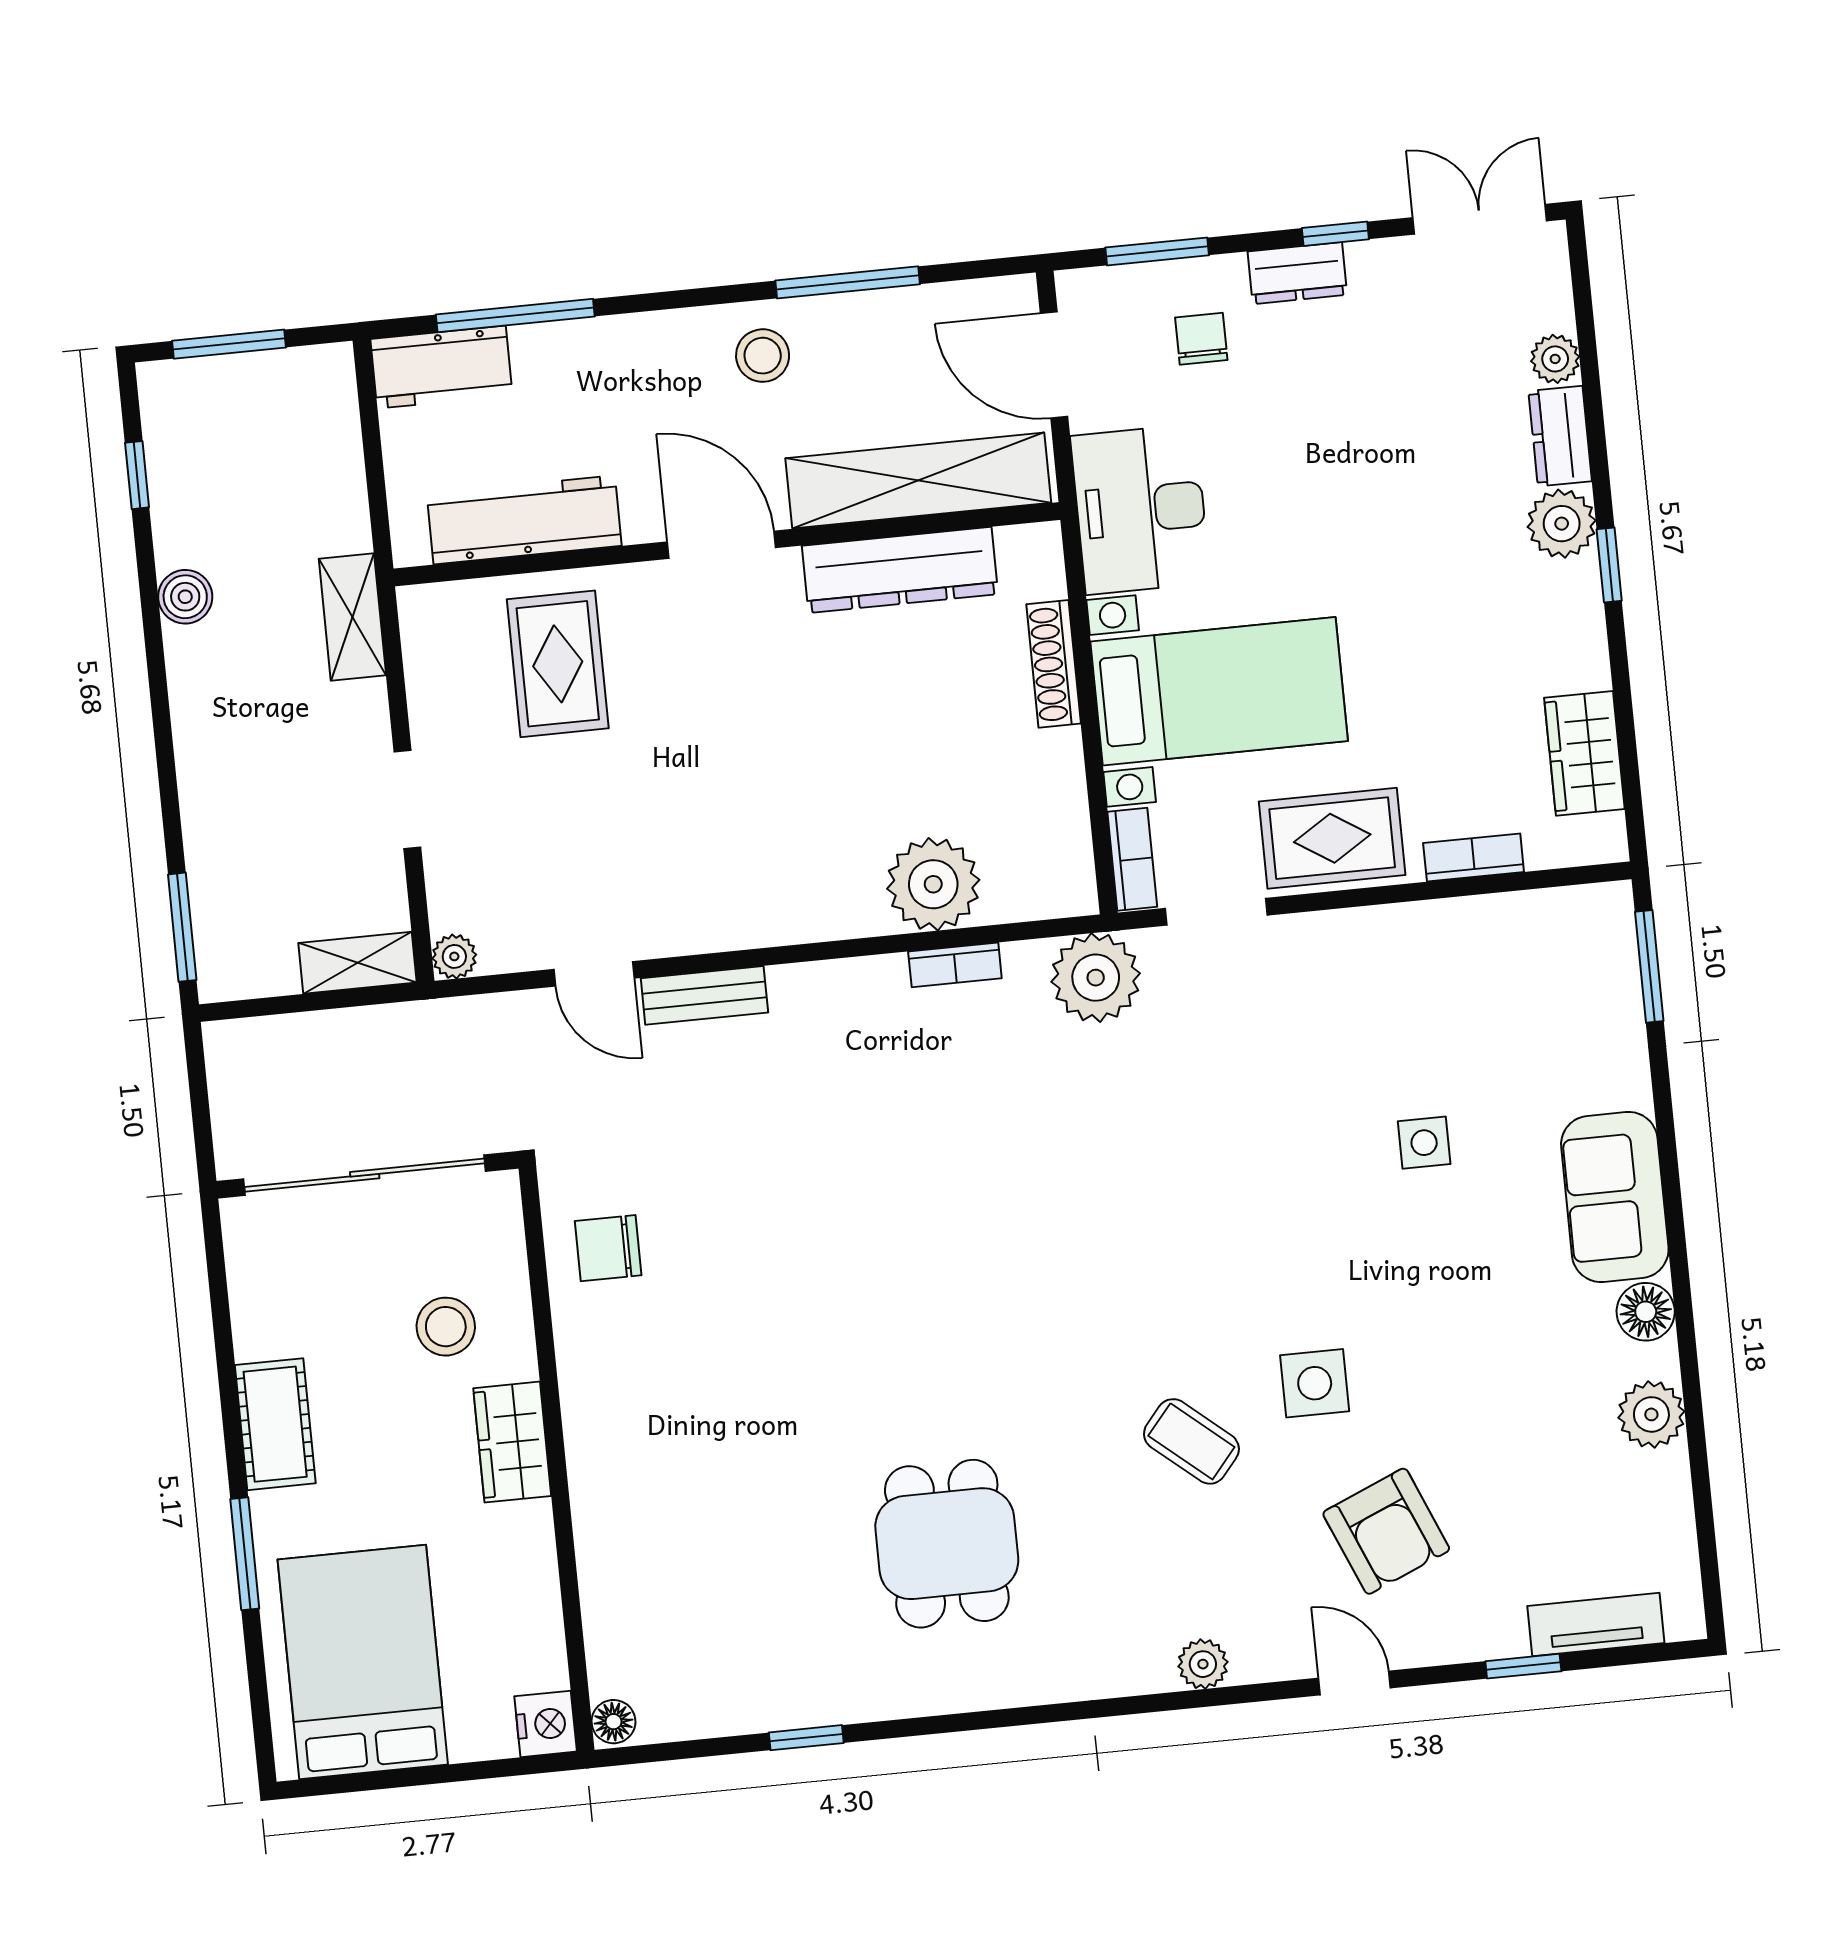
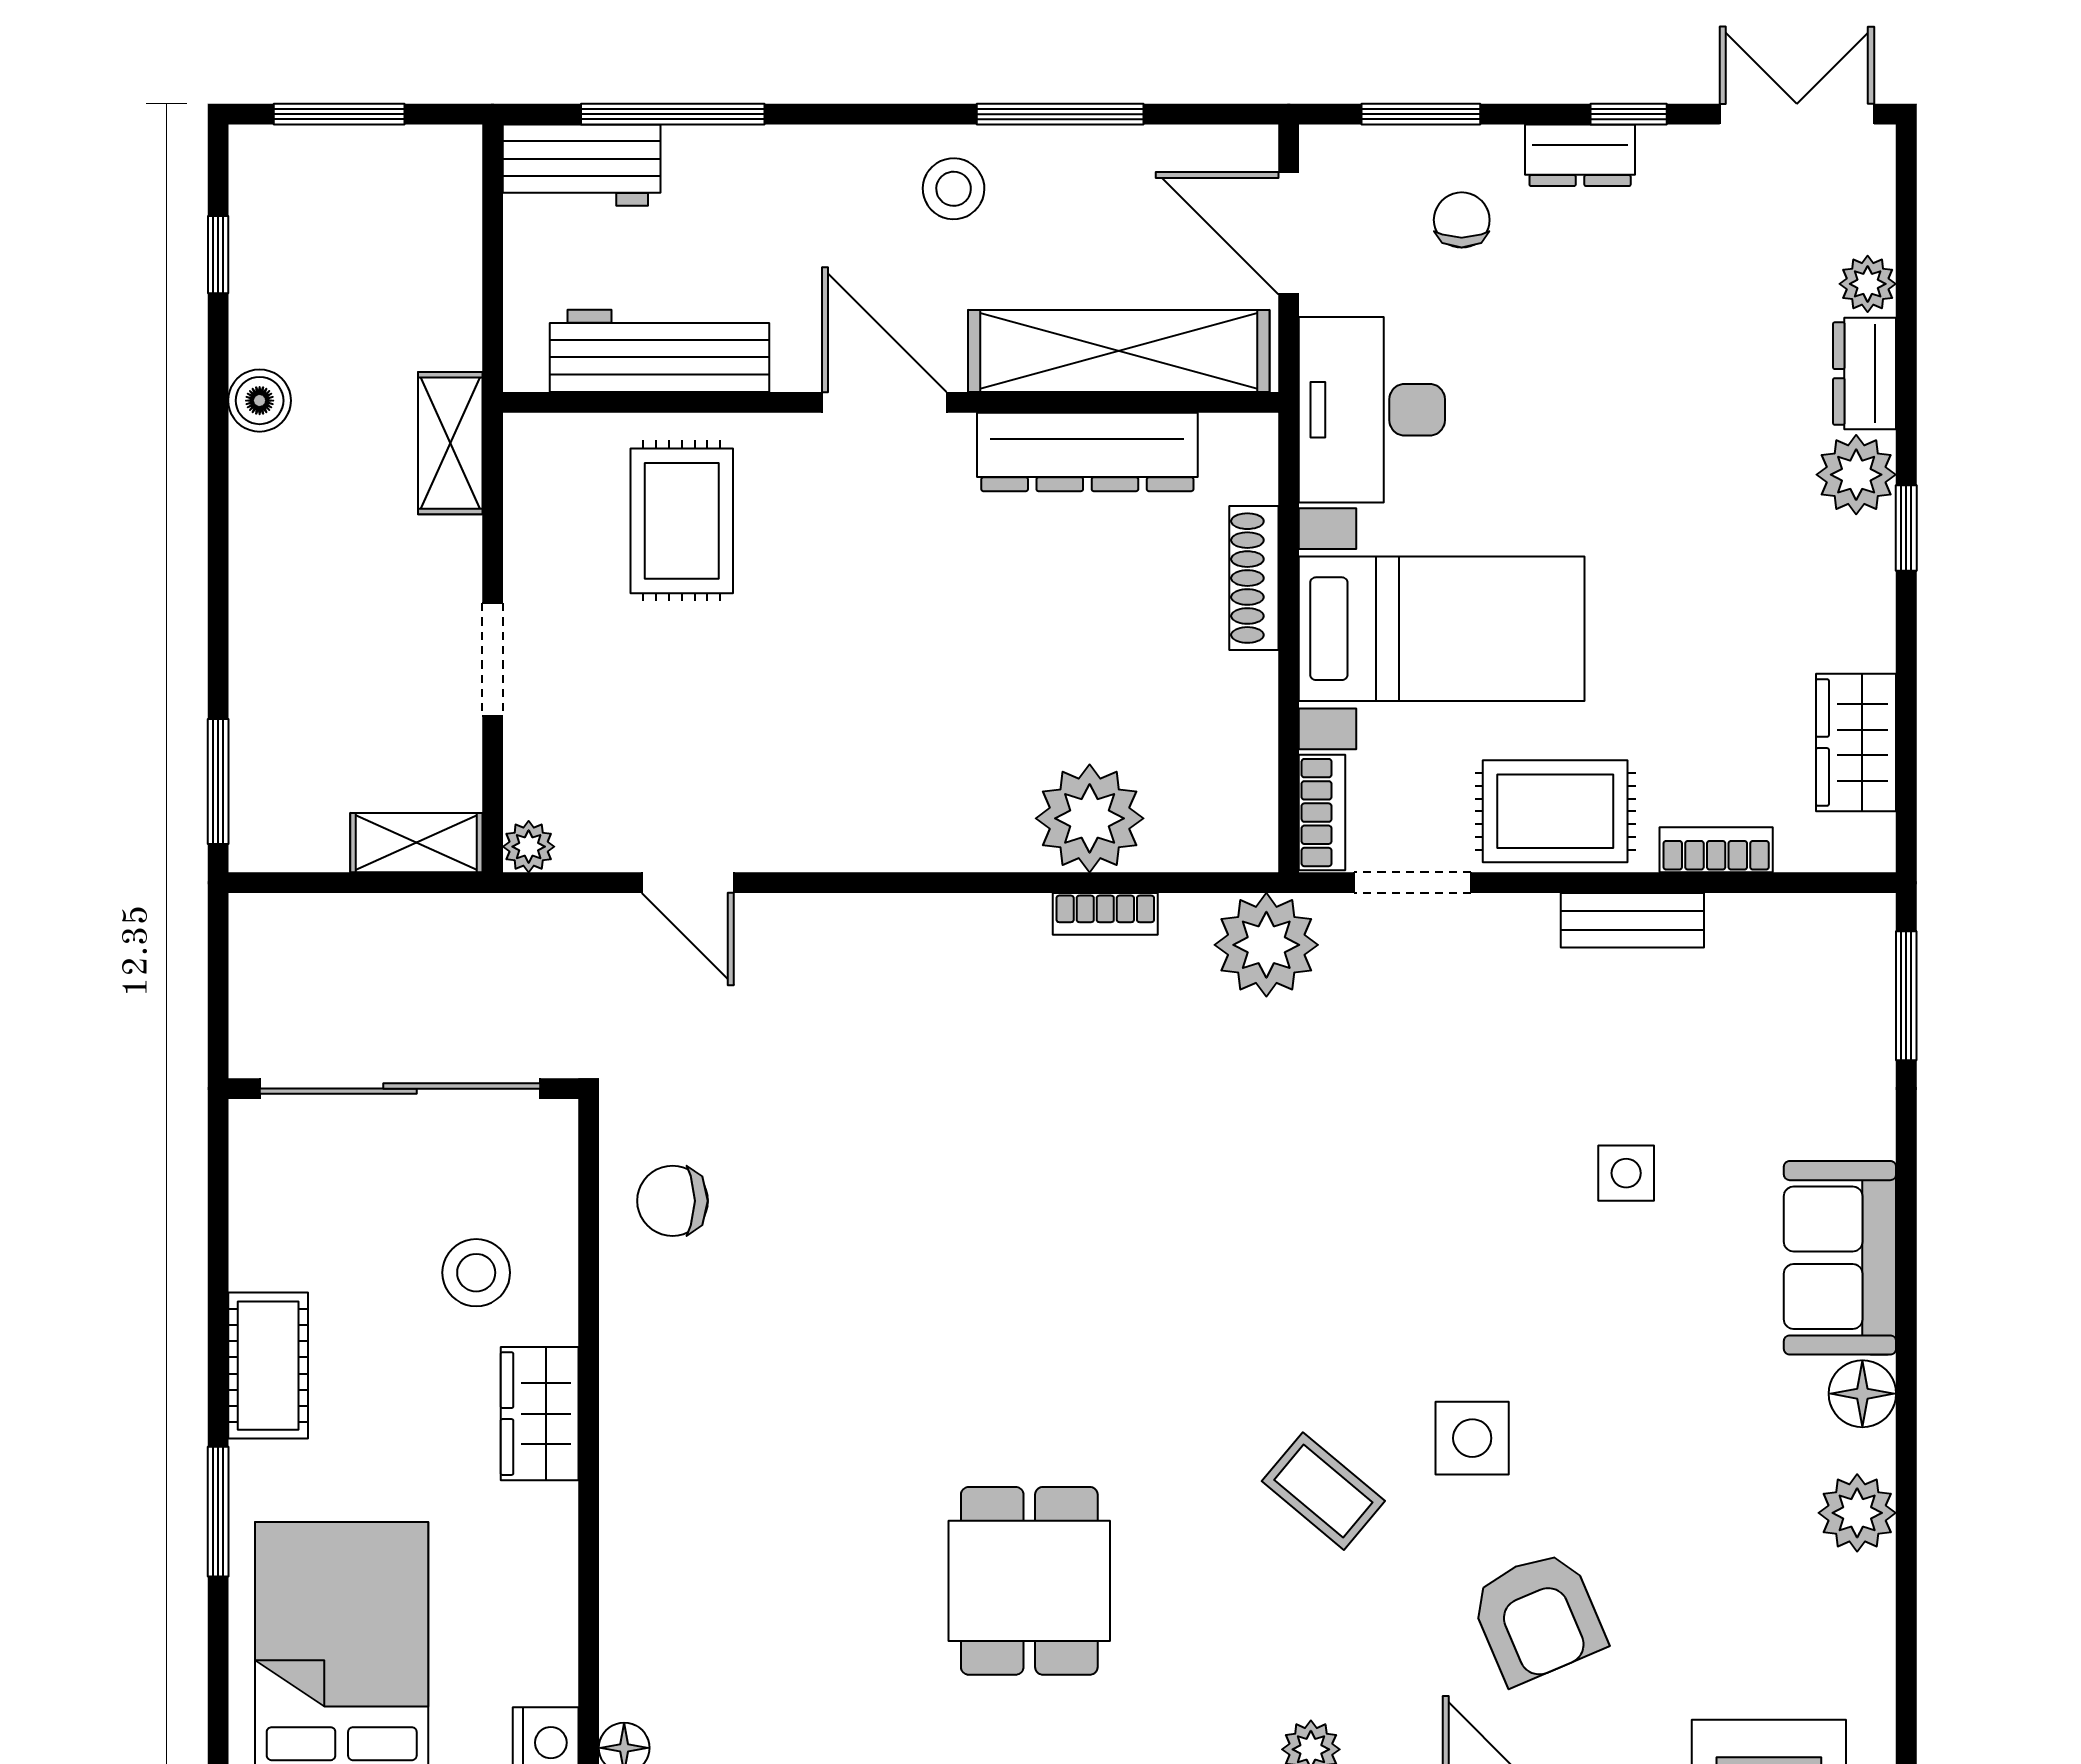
bench: (704, 995) -> (1632, 920), moved

